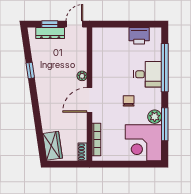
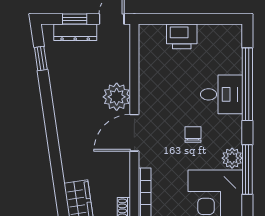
printer: (139, 36) -> (182, 36), moved
window: (30, 70) -> (41, 59), moved
plant: (82, 76) -> (117, 97), width x1.88, depth x1.88

